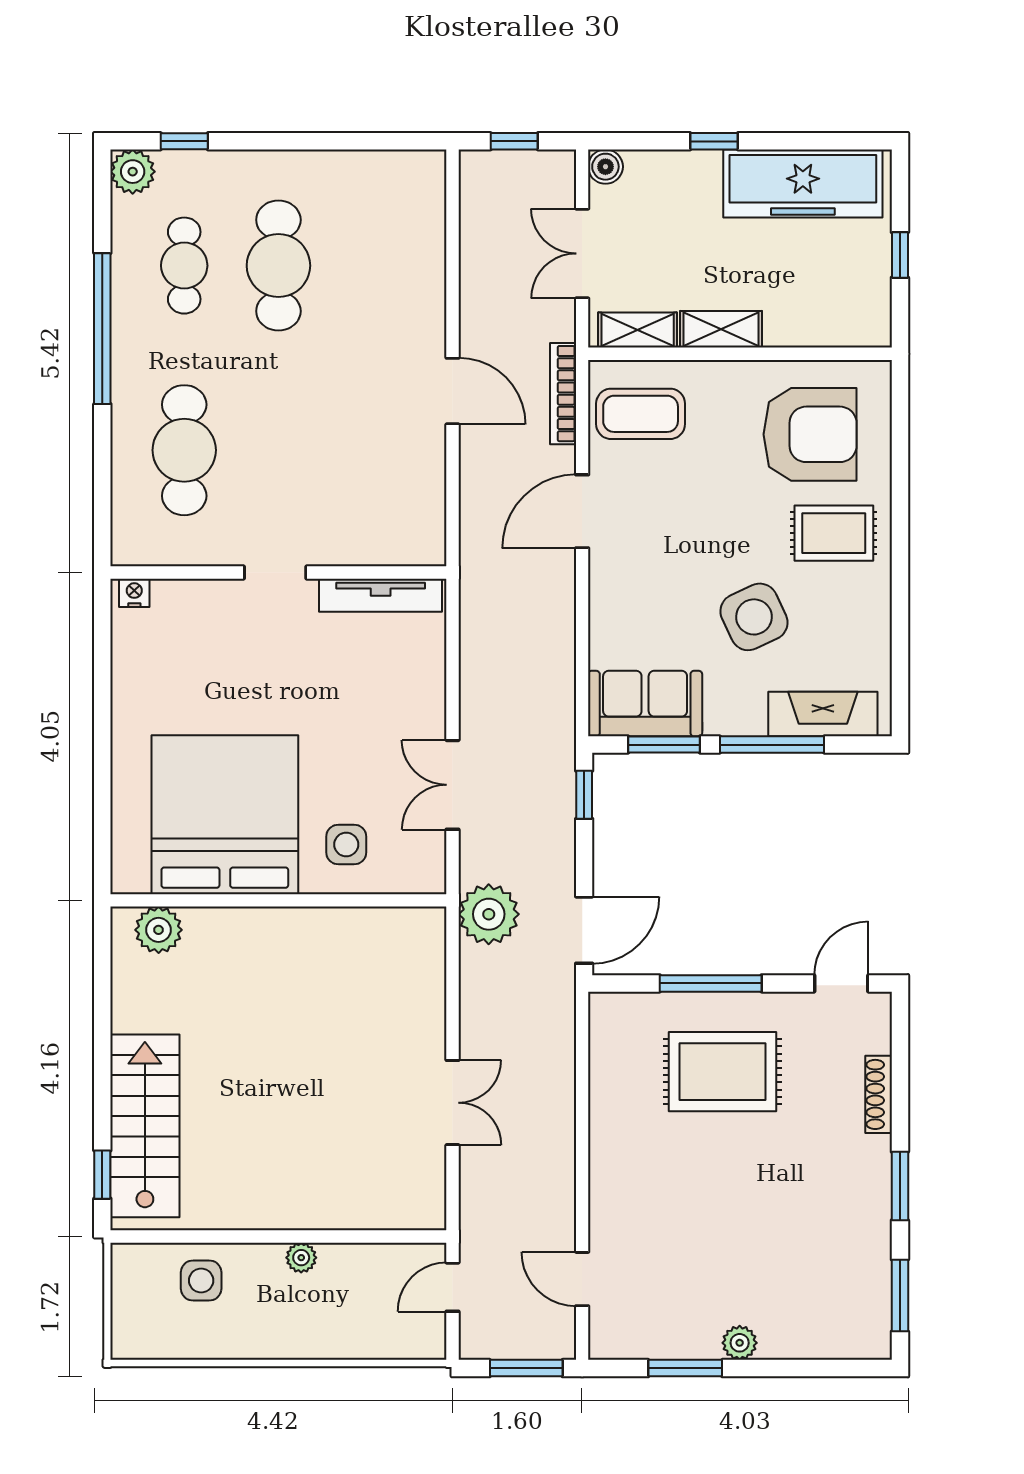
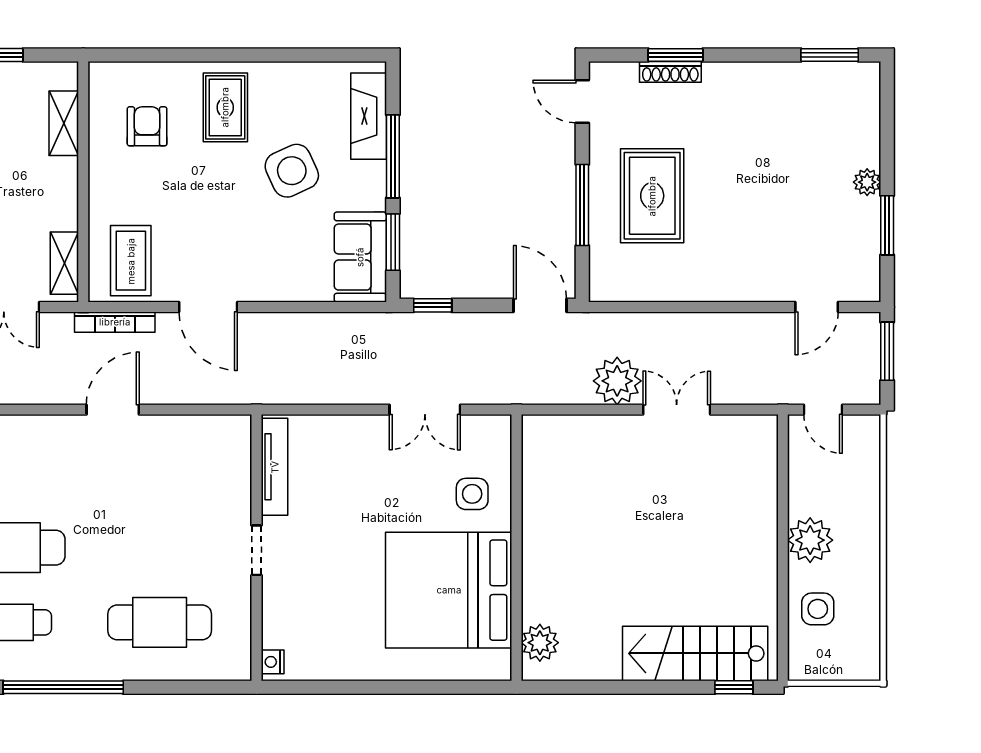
shelving: (721, 329) -> (64, 123), moved
armchair: (810, 434) -> (147, 126), width x0.53, depth x0.53
plant: (489, 914) -> (617, 381), moved
window: (900, 1186) -> (675, 55), moved
plant: (301, 1258) -> (810, 540), width x1.87, depth x1.87

